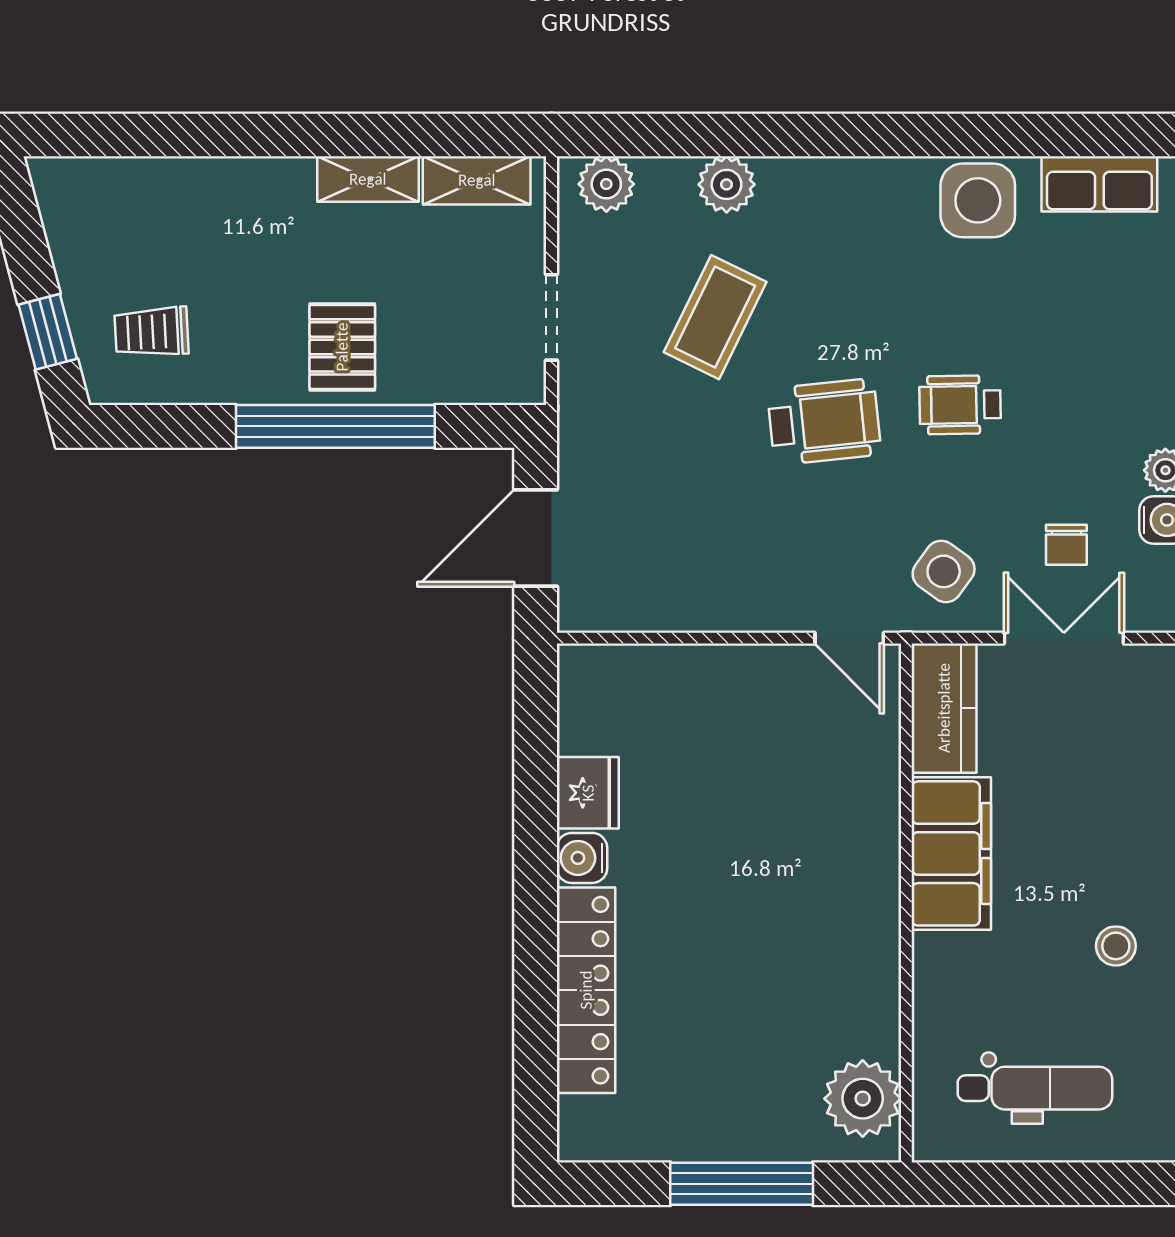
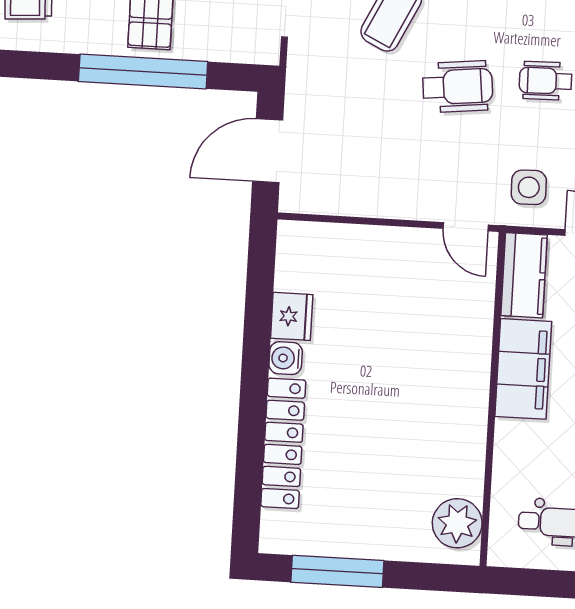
side table: (944, 571) -> (529, 187), turned -37
window: (742, 1184) -> (337, 571), moved

